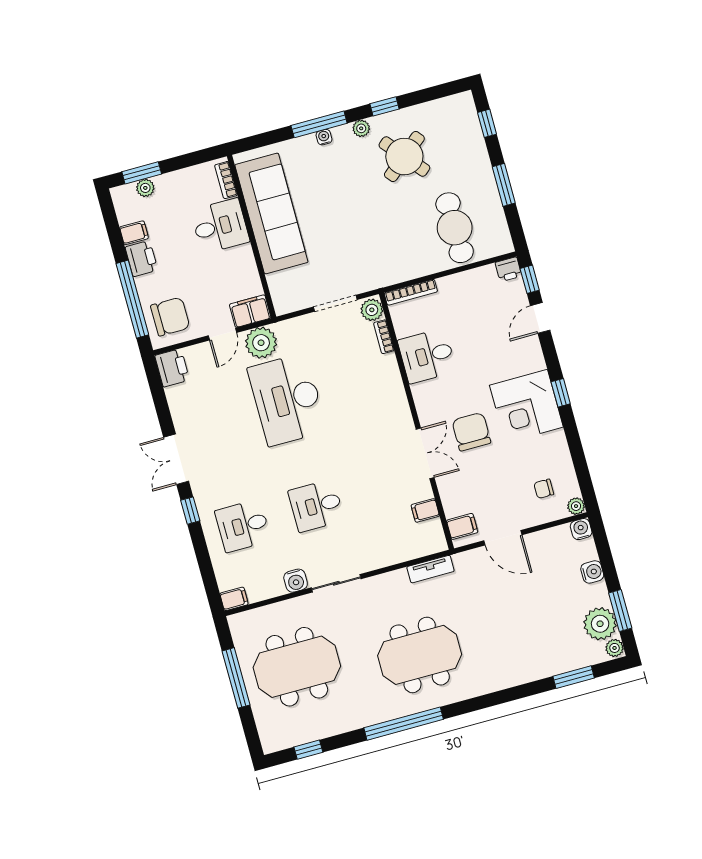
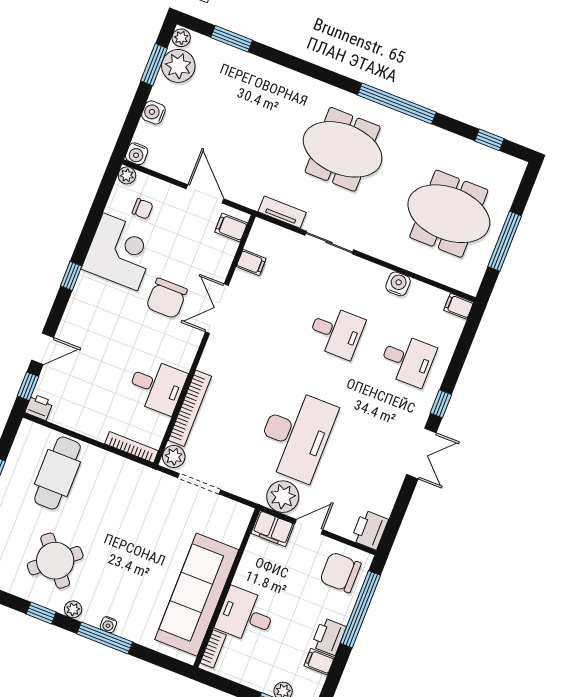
bookcase: (384, 337) -> (190, 408), width x2.31, depth x1.31
corner desk: (526, 406) -> (120, 252), moved
sliding door: (336, 583) -> (329, 243), moved

